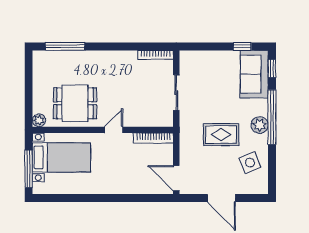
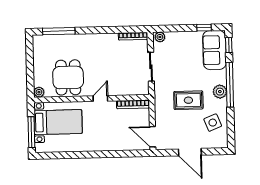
plant: (188, 57) -> (160, 37), added
dining table: (75, 103) -> (68, 77), turned 90

